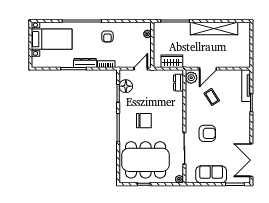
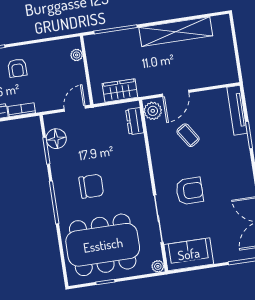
sofa: (211, 174) -> (189, 254), moved

